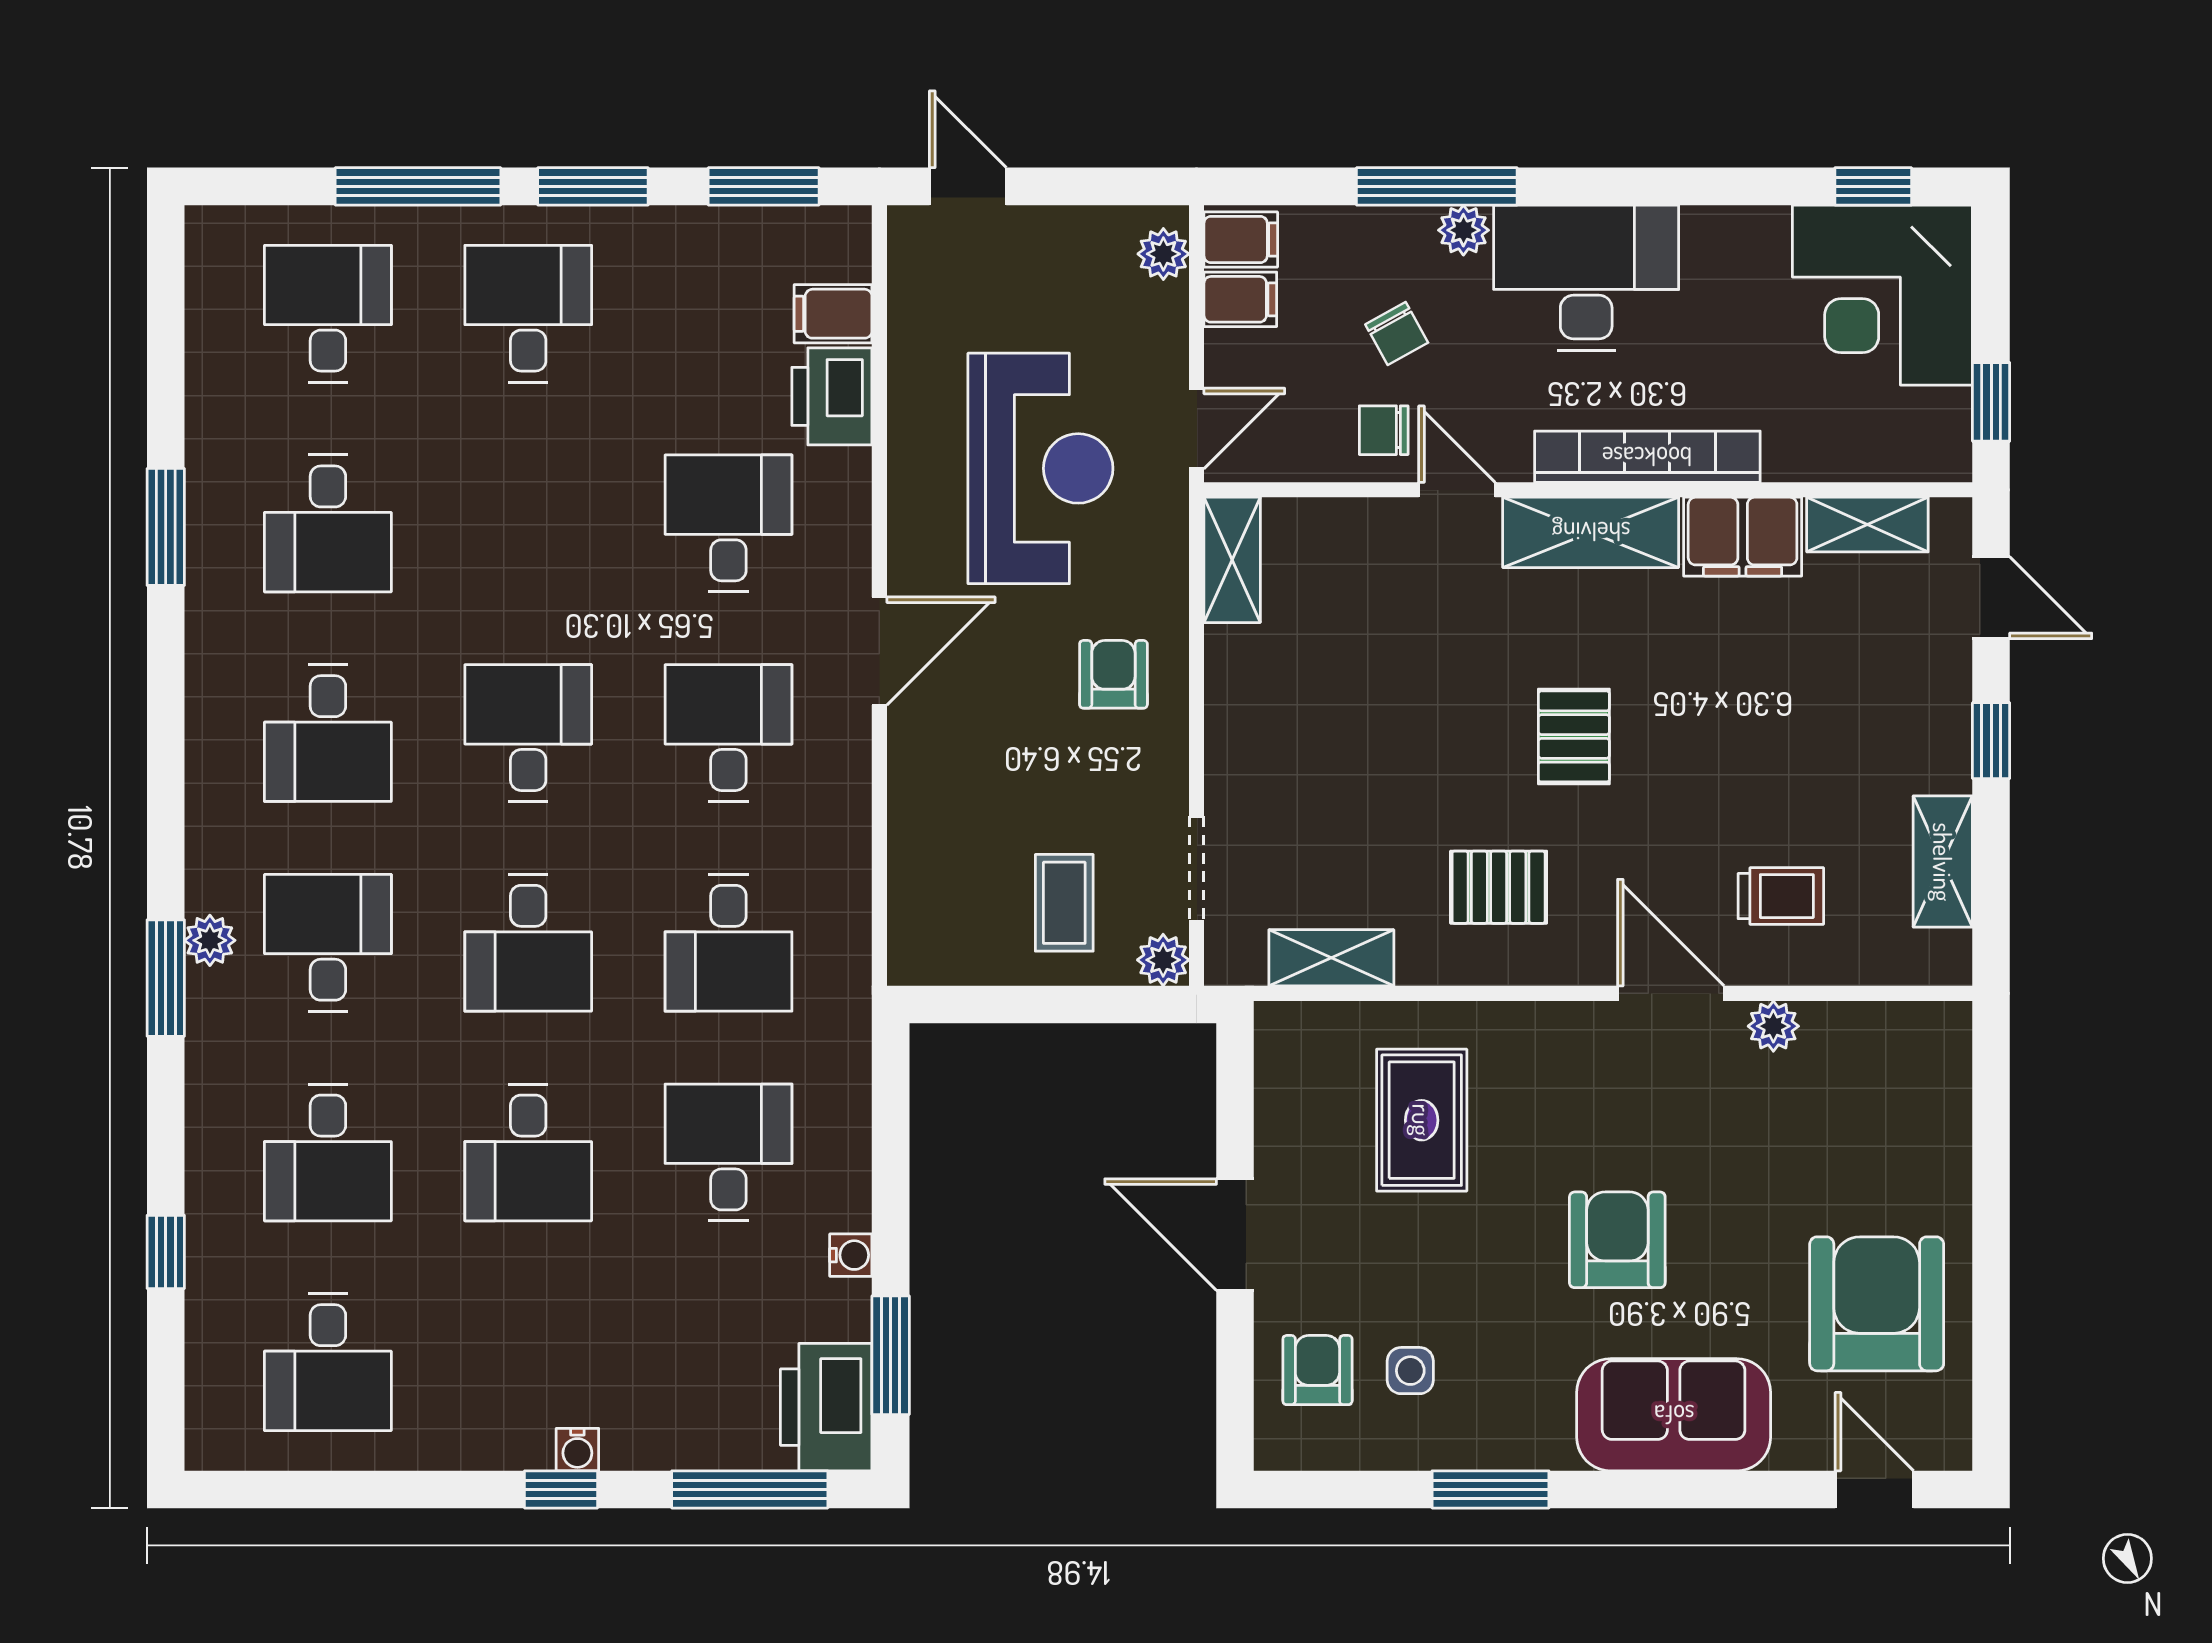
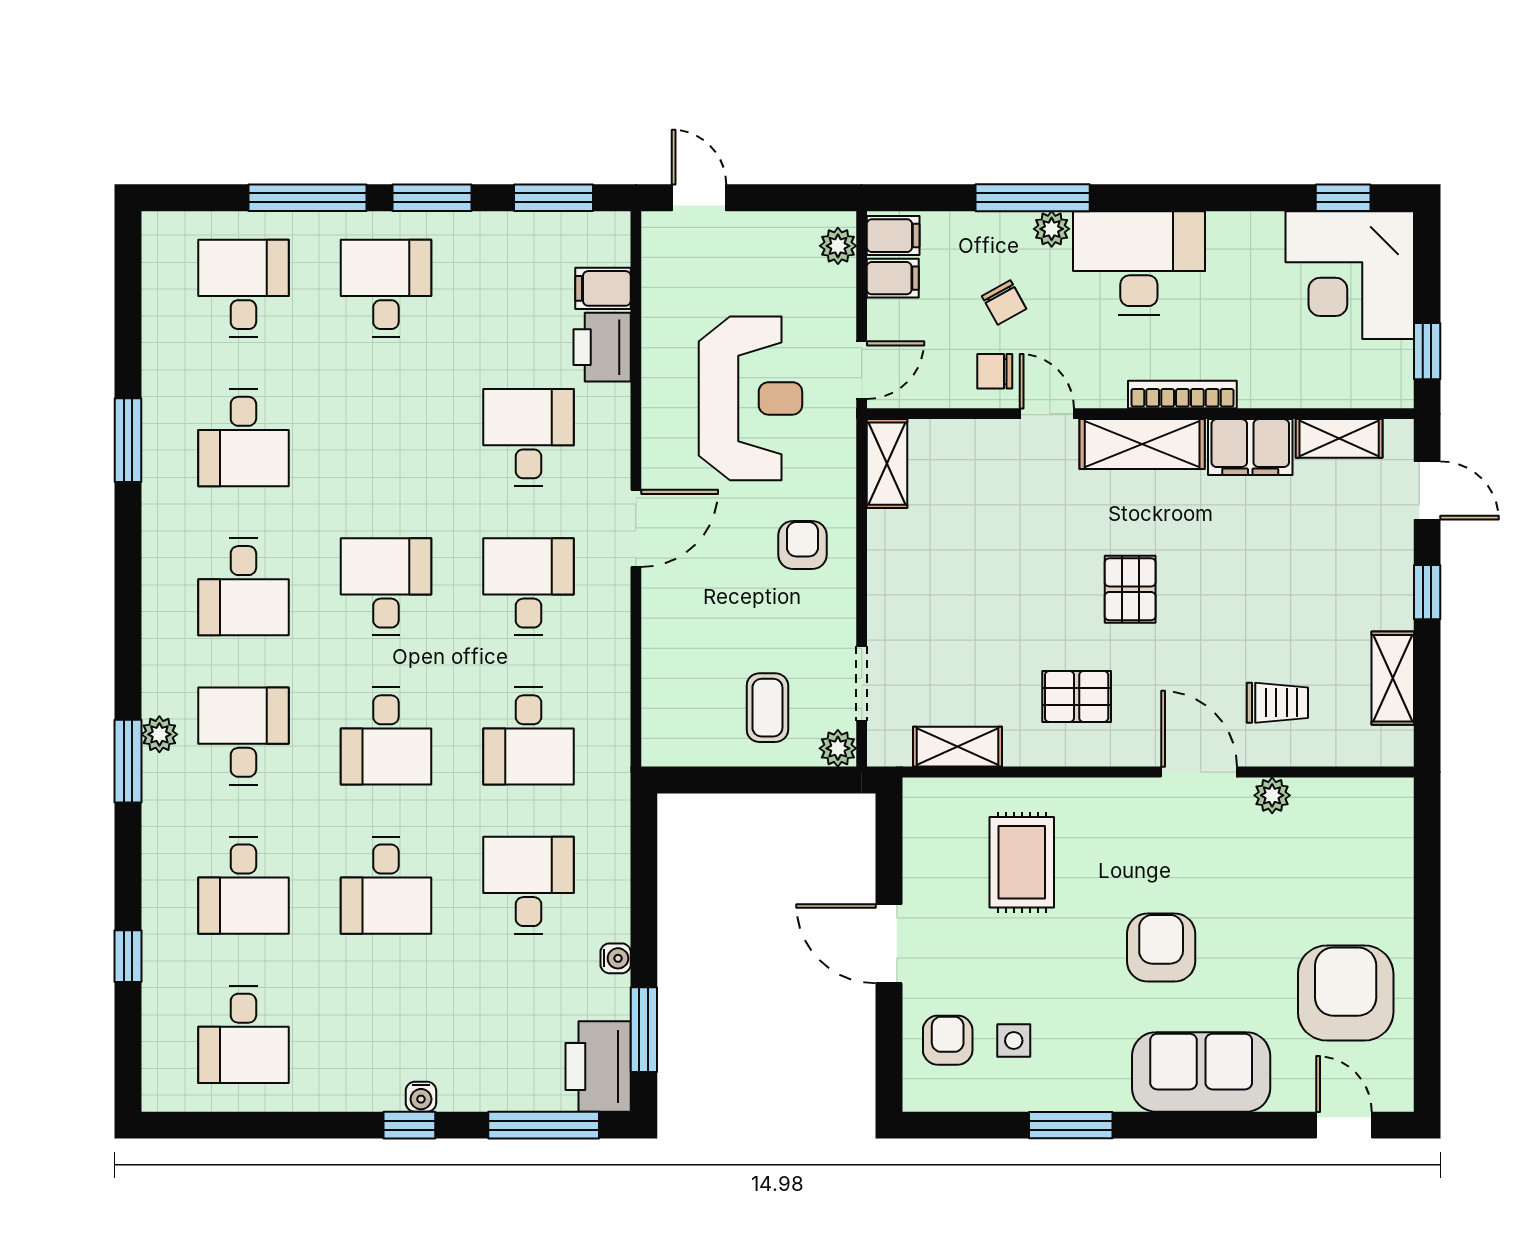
bookcase: (1647, 457) -> (1182, 394), width x0.68, depth x0.76

